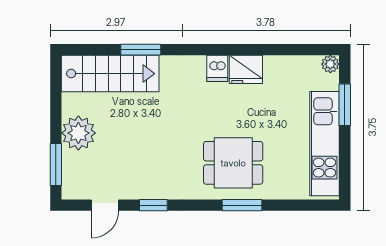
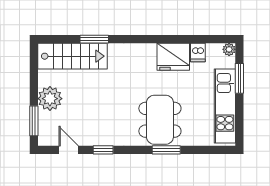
dishwasher: (217, 68) -> (198, 53), moved
fridge: (246, 69) -> (173, 57), width x1.36, depth x1.34
dining table: (233, 163) -> (160, 120), width x1.38
door: (105, 205) -> (69, 150), swing flipped

